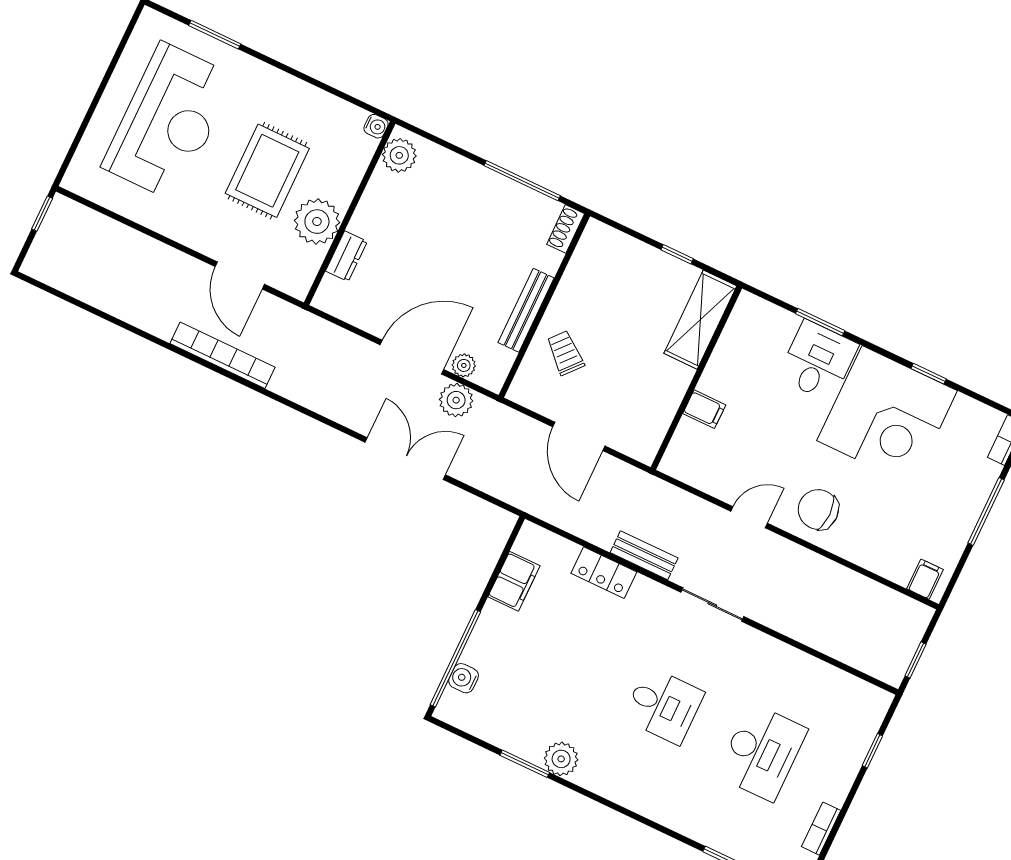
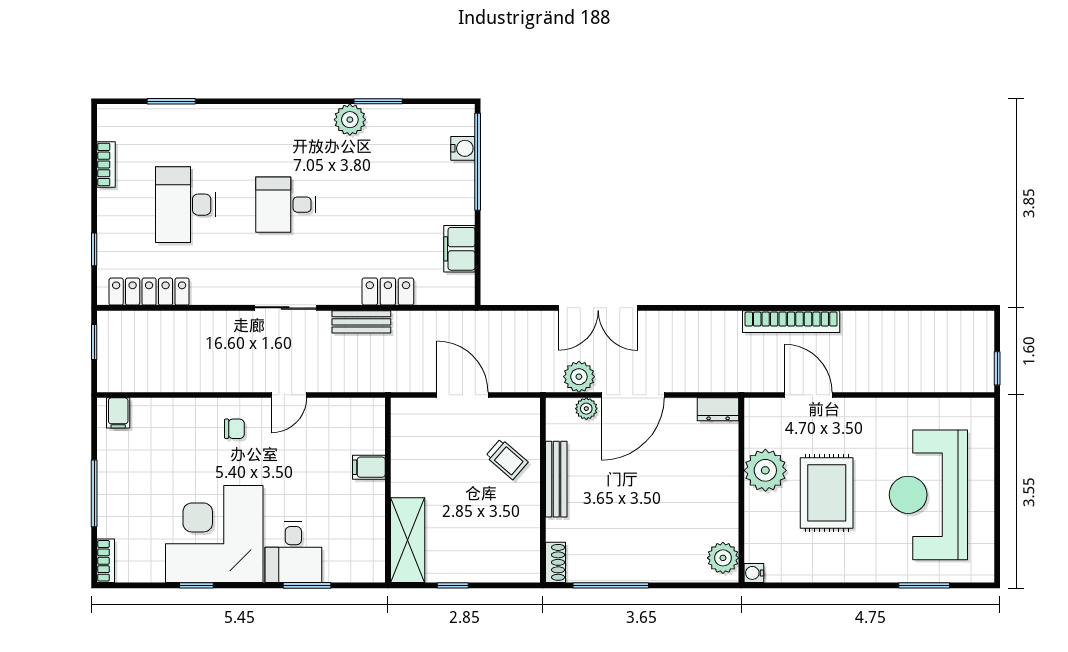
dresser: (346, 256) -> (718, 409), moved, turned -90
chair: (818, 510) -> (234, 429), width x0.54, depth x0.54
locker: (838, 684) -> (149, 292), added

